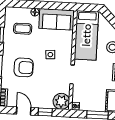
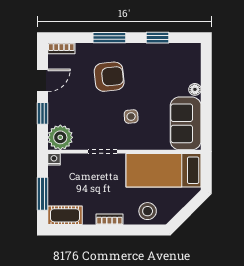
coffee table: (23, 29) -> (168, 72), removed
armchair: (24, 67) -> (109, 77), turned -96

